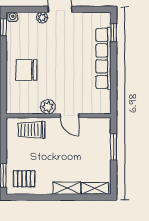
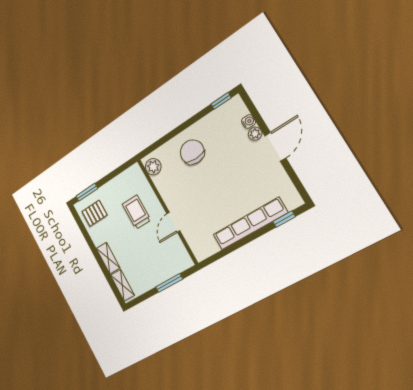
water cooler: (13, 17) -> (249, 122), moved
plant: (48, 107) -> (153, 167), moved
trolley: (31, 130) -> (137, 212), moved
pallet: (24, 179) -> (94, 213), turned 90

